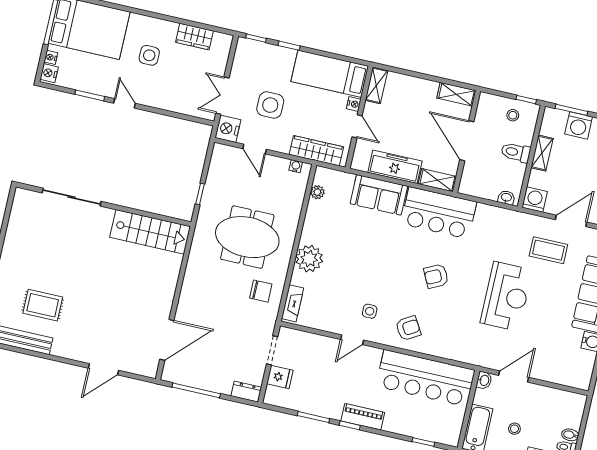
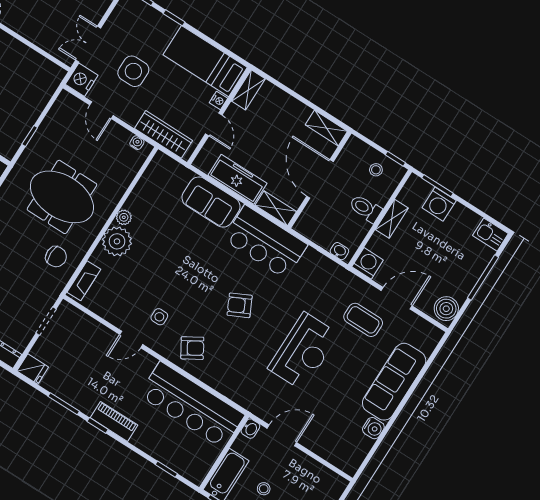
plant: (317, 192) -> (124, 217), moved
fridge: (280, 377) -> (33, 369), moved

